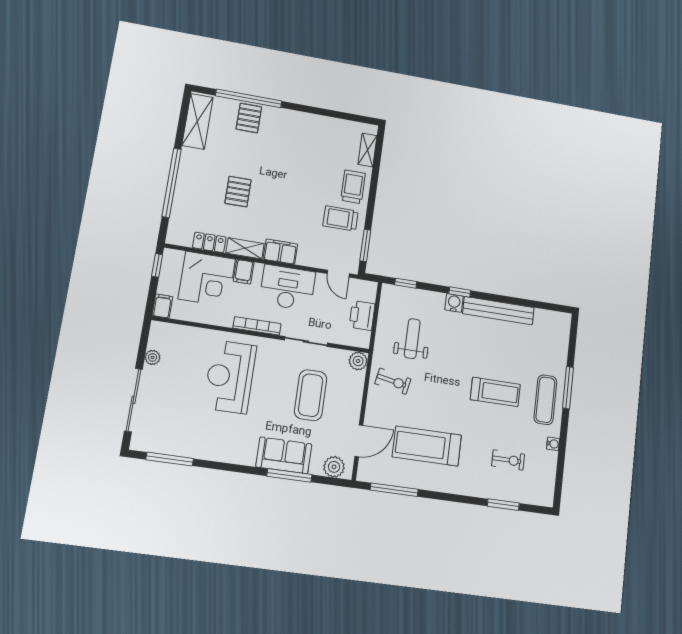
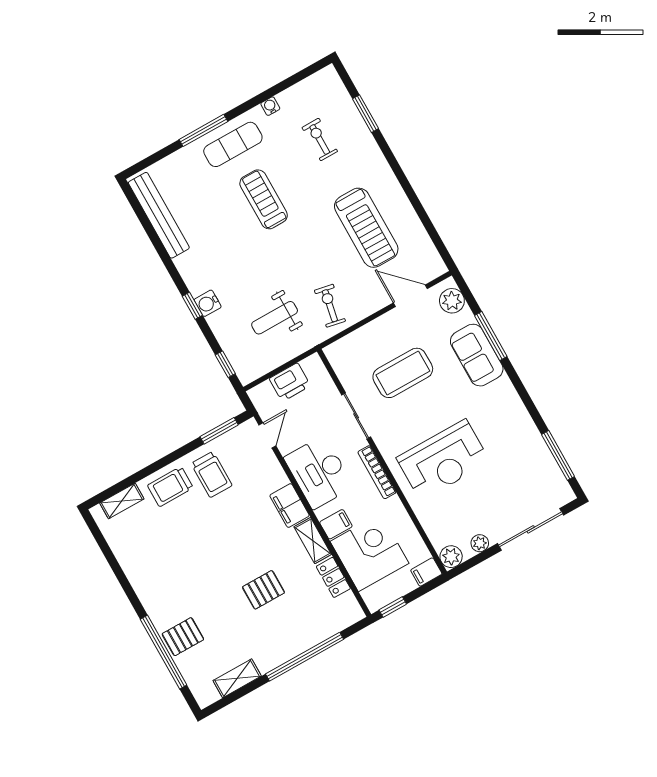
shelving: (197, 121) -> (237, 678), width x0.67, depth x0.75
bench: (498, 311) -> (159, 215), moved
plant: (358, 361) -> (451, 557), moved
window: (394, 490) -> (430, 229), removed

